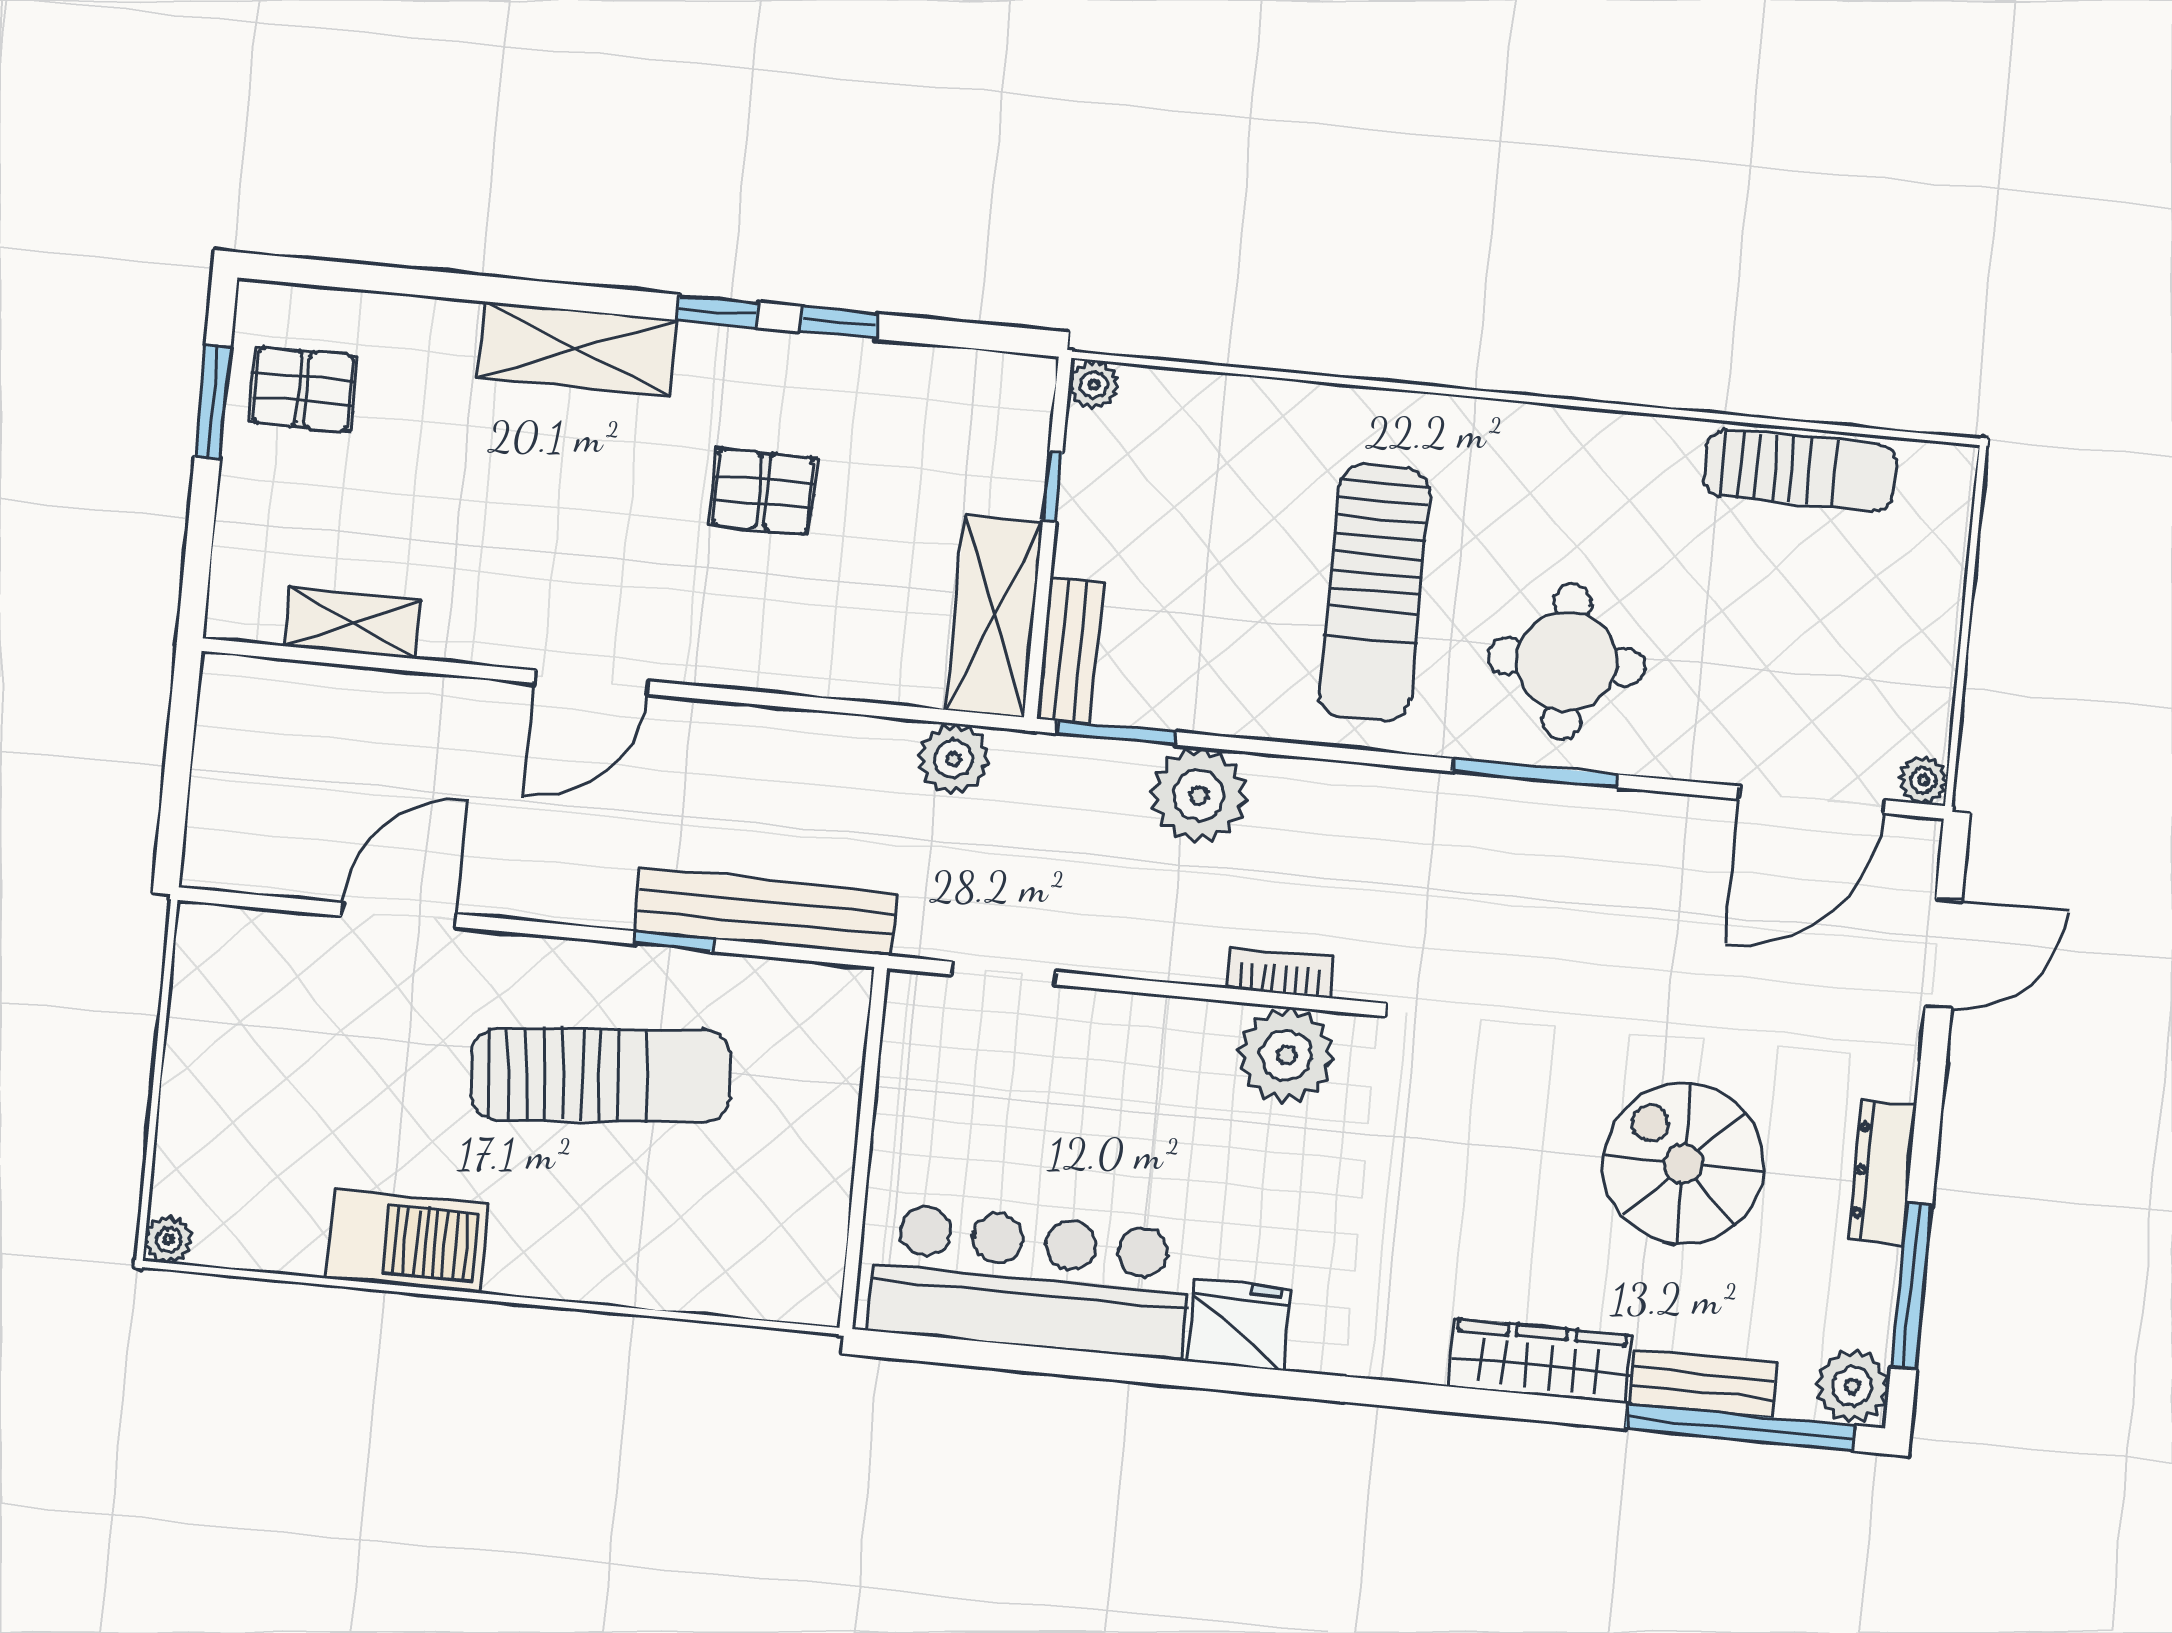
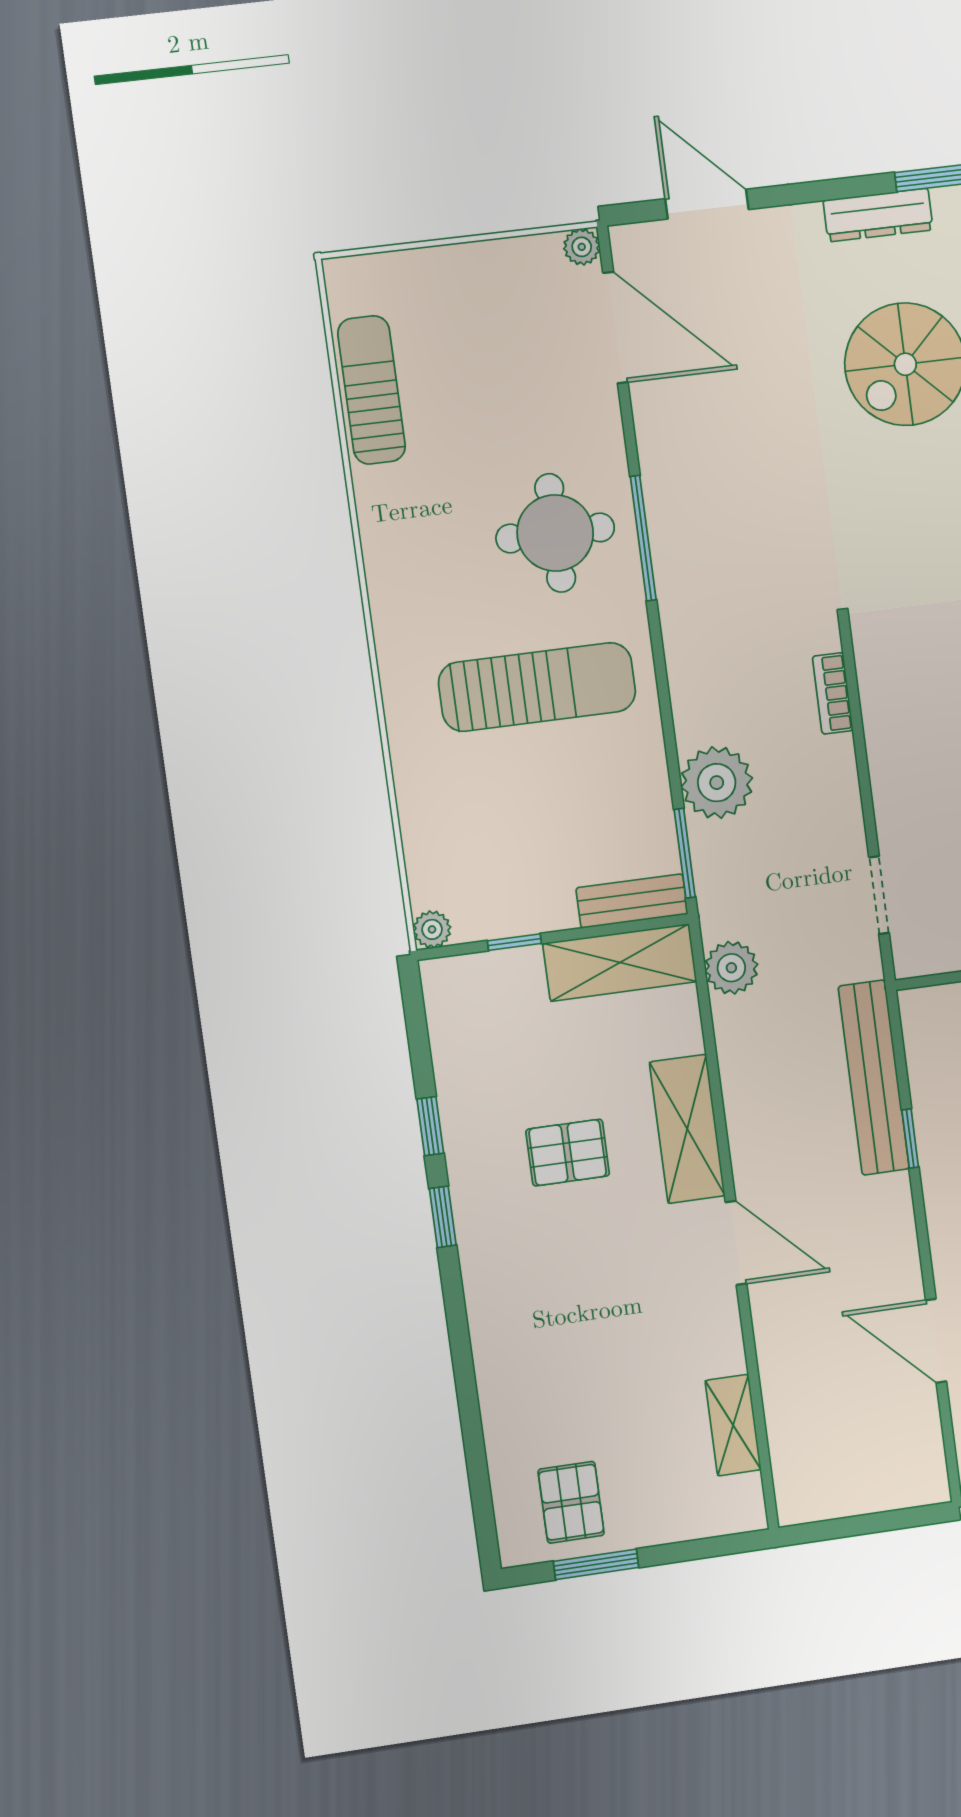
shelving: (577, 349) -> (687, 1129), moved
pallet: (763, 491) -> (568, 1153), turned 90
plant: (1286, 1055) -> (892, 675), removed

